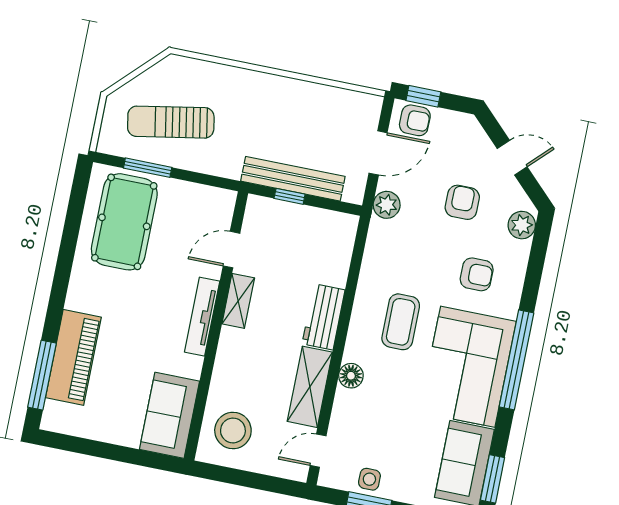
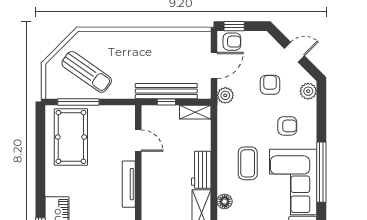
sun lounger: (171, 122) -> (87, 72), turned -135
window: (148, 168) -> (78, 102), width x1.44
door: (231, 250) -> (138, 141), swing flipped
shelving: (238, 301) -> (195, 112), moved, turned 90

